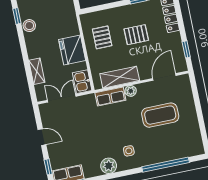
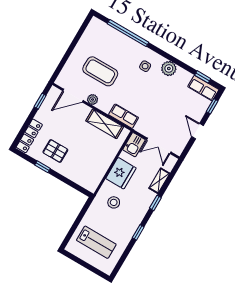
stool: (29, 26) -> (114, 202), moved
pallet: (136, 35) -> (55, 151), moved
pallet: (102, 37) -> (92, 163), removed
window: (24, 51) -> (155, 203), added
plant: (131, 91) -> (93, 100), moved

